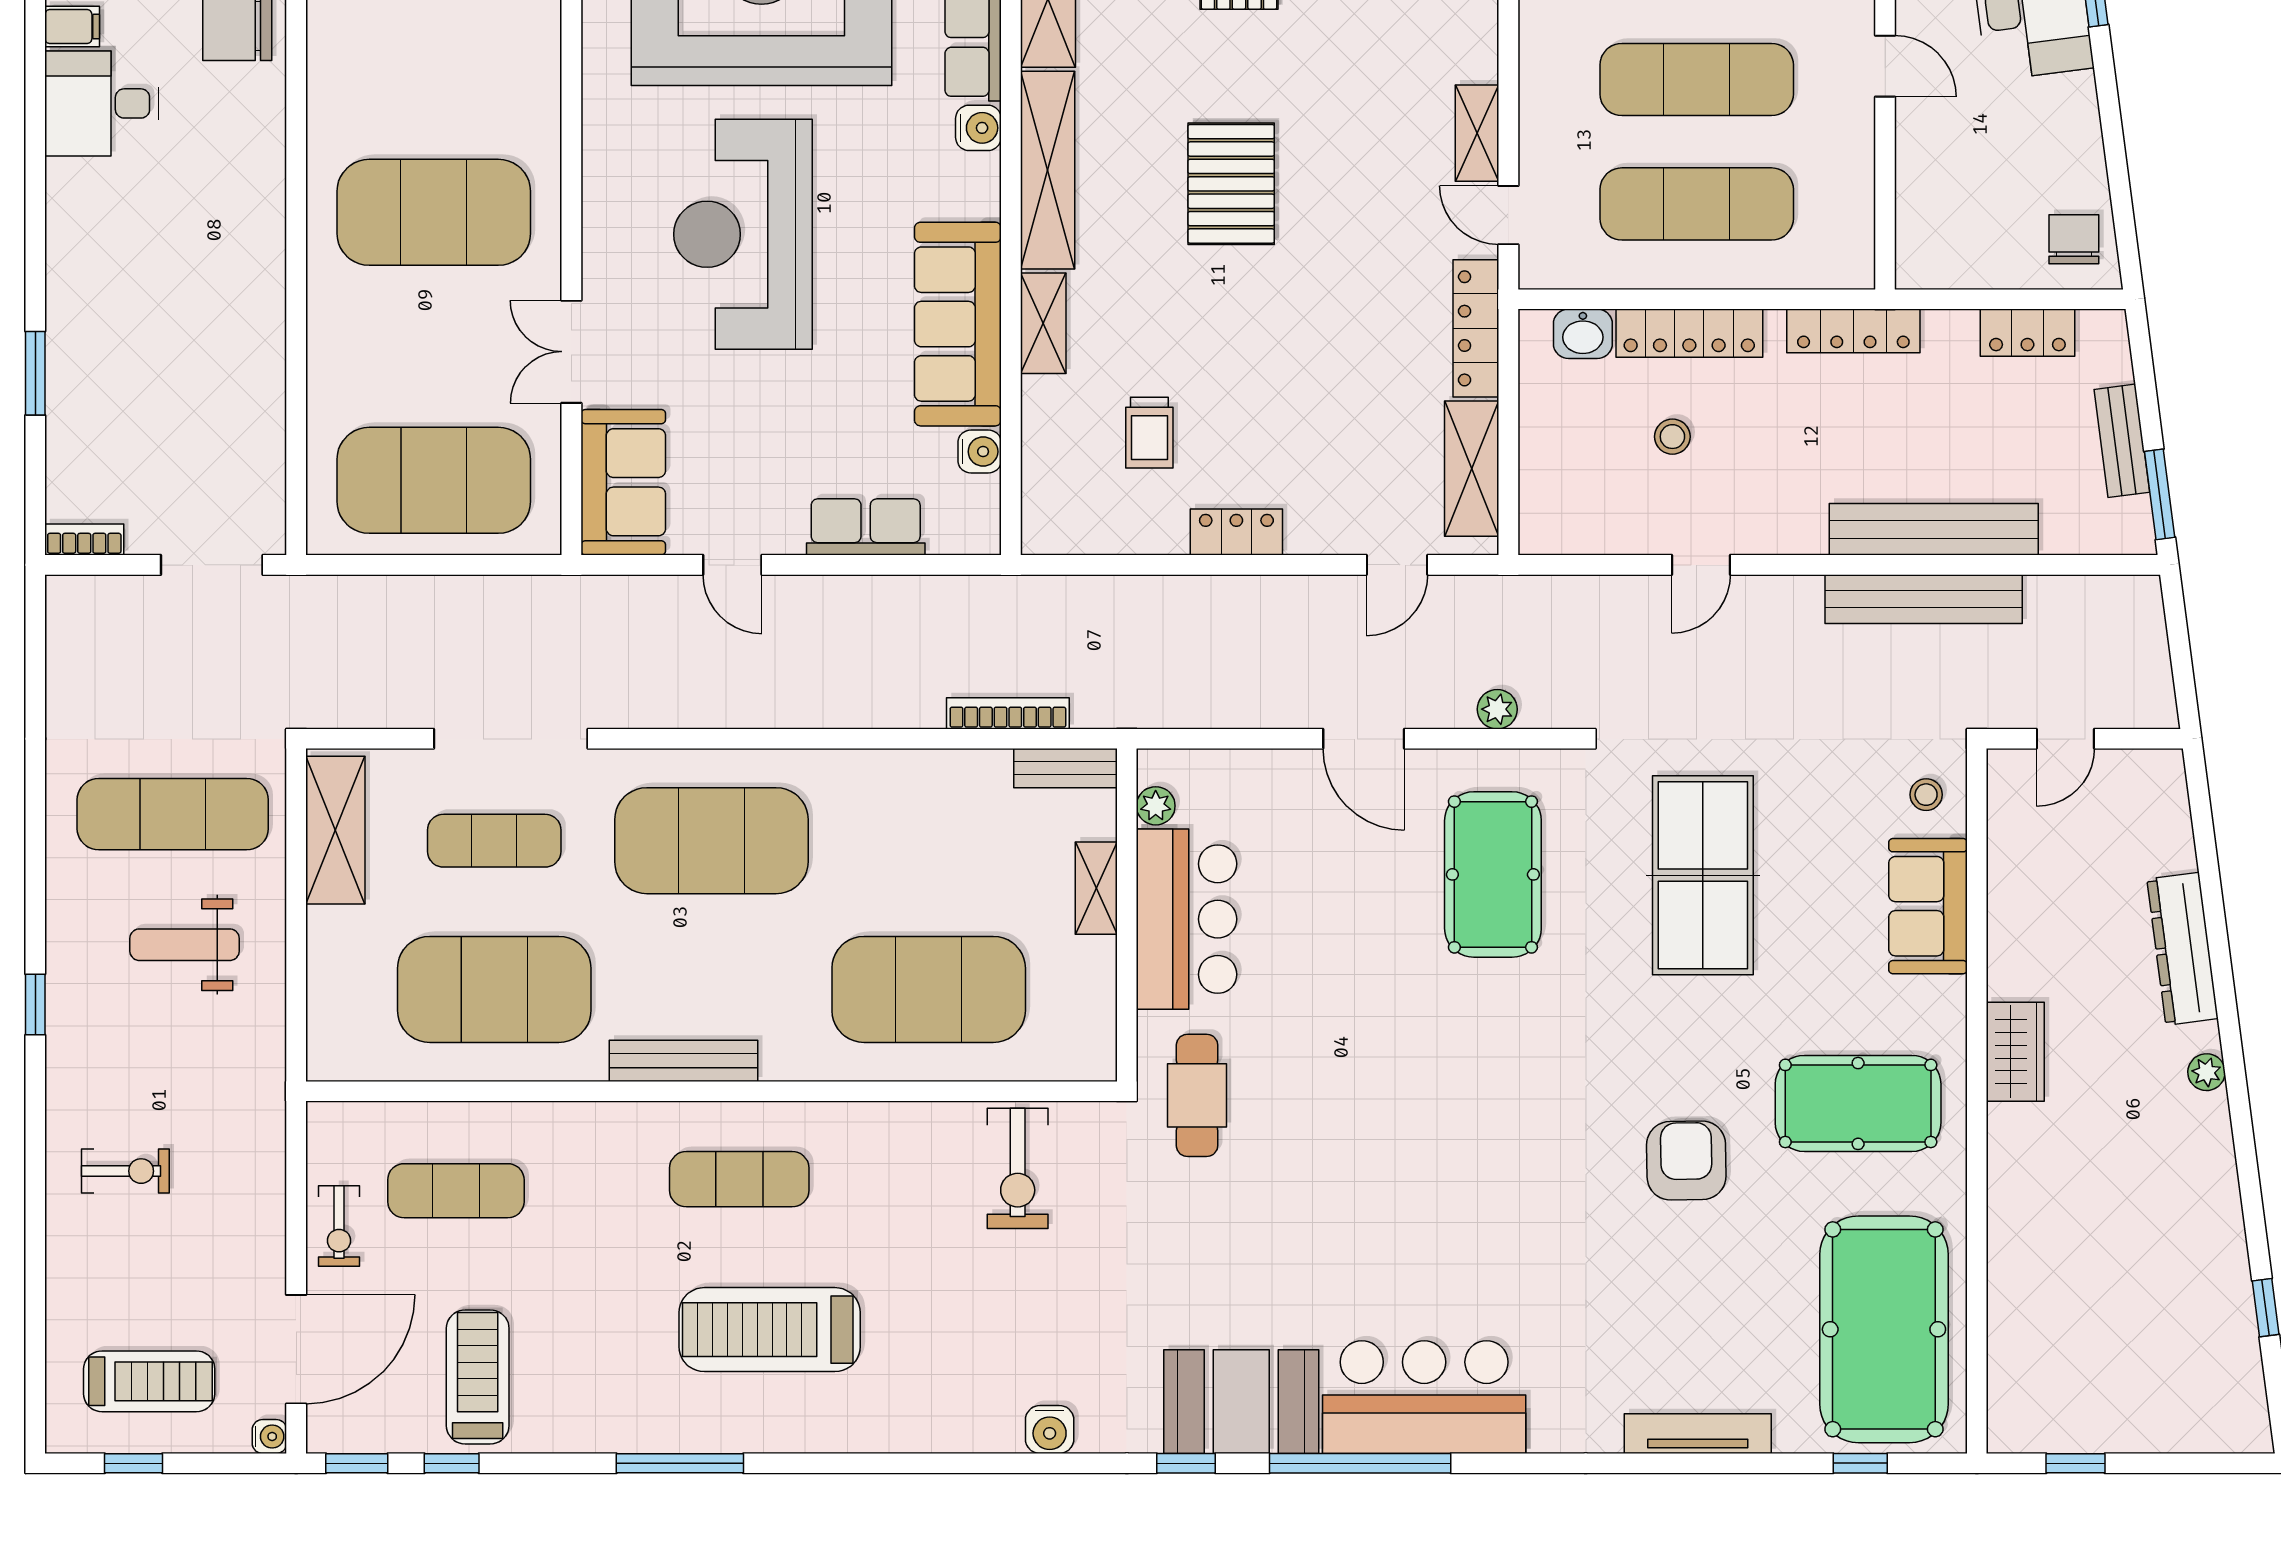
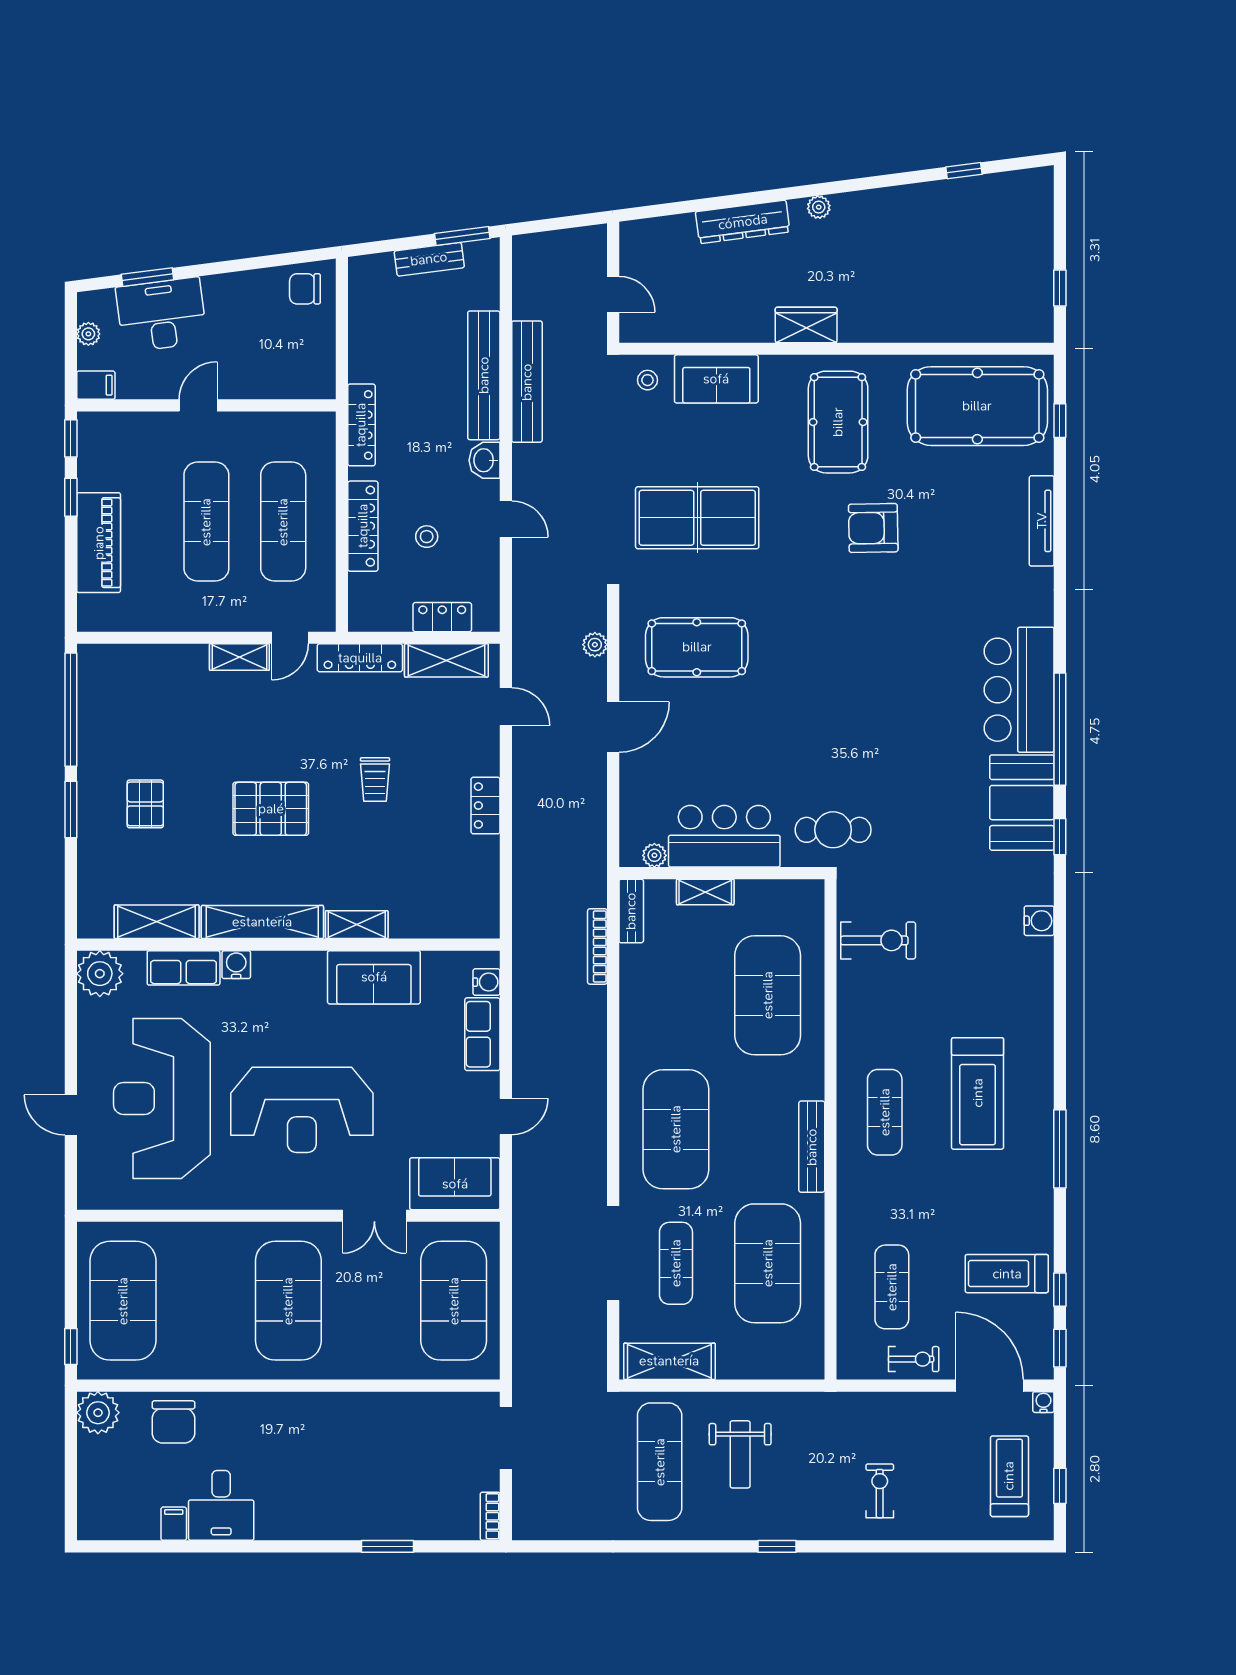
sofa: (958, 324) -> (374, 977), width x0.73
locker: (2027, 333) -> (442, 617), moved, turned -90
washbasin: (1583, 334) -> (485, 460), moved, turned 180
trolley: (1149, 433) -> (375, 780), moved, turned 90
water cooler: (980, 452) -> (487, 982), moved, turned 90

